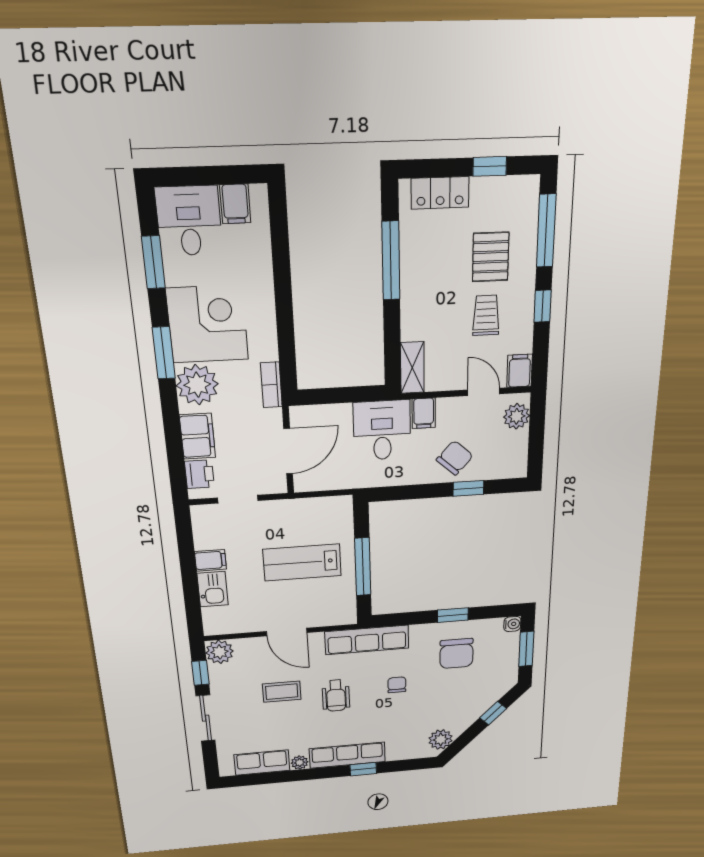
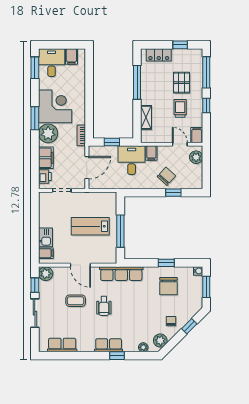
window: (153, 262) -> (35, 68), moved
shelving: (412, 368) -> (146, 117), moved
window: (339, 395) -> (112, 142), added
filing cabinet: (210, 560) -> (46, 253), moved
chair: (397, 685) -> (171, 321), moved
row of seats: (347, 755) -> (109, 345), width x0.68
plant: (300, 763) -> (143, 347), moved

